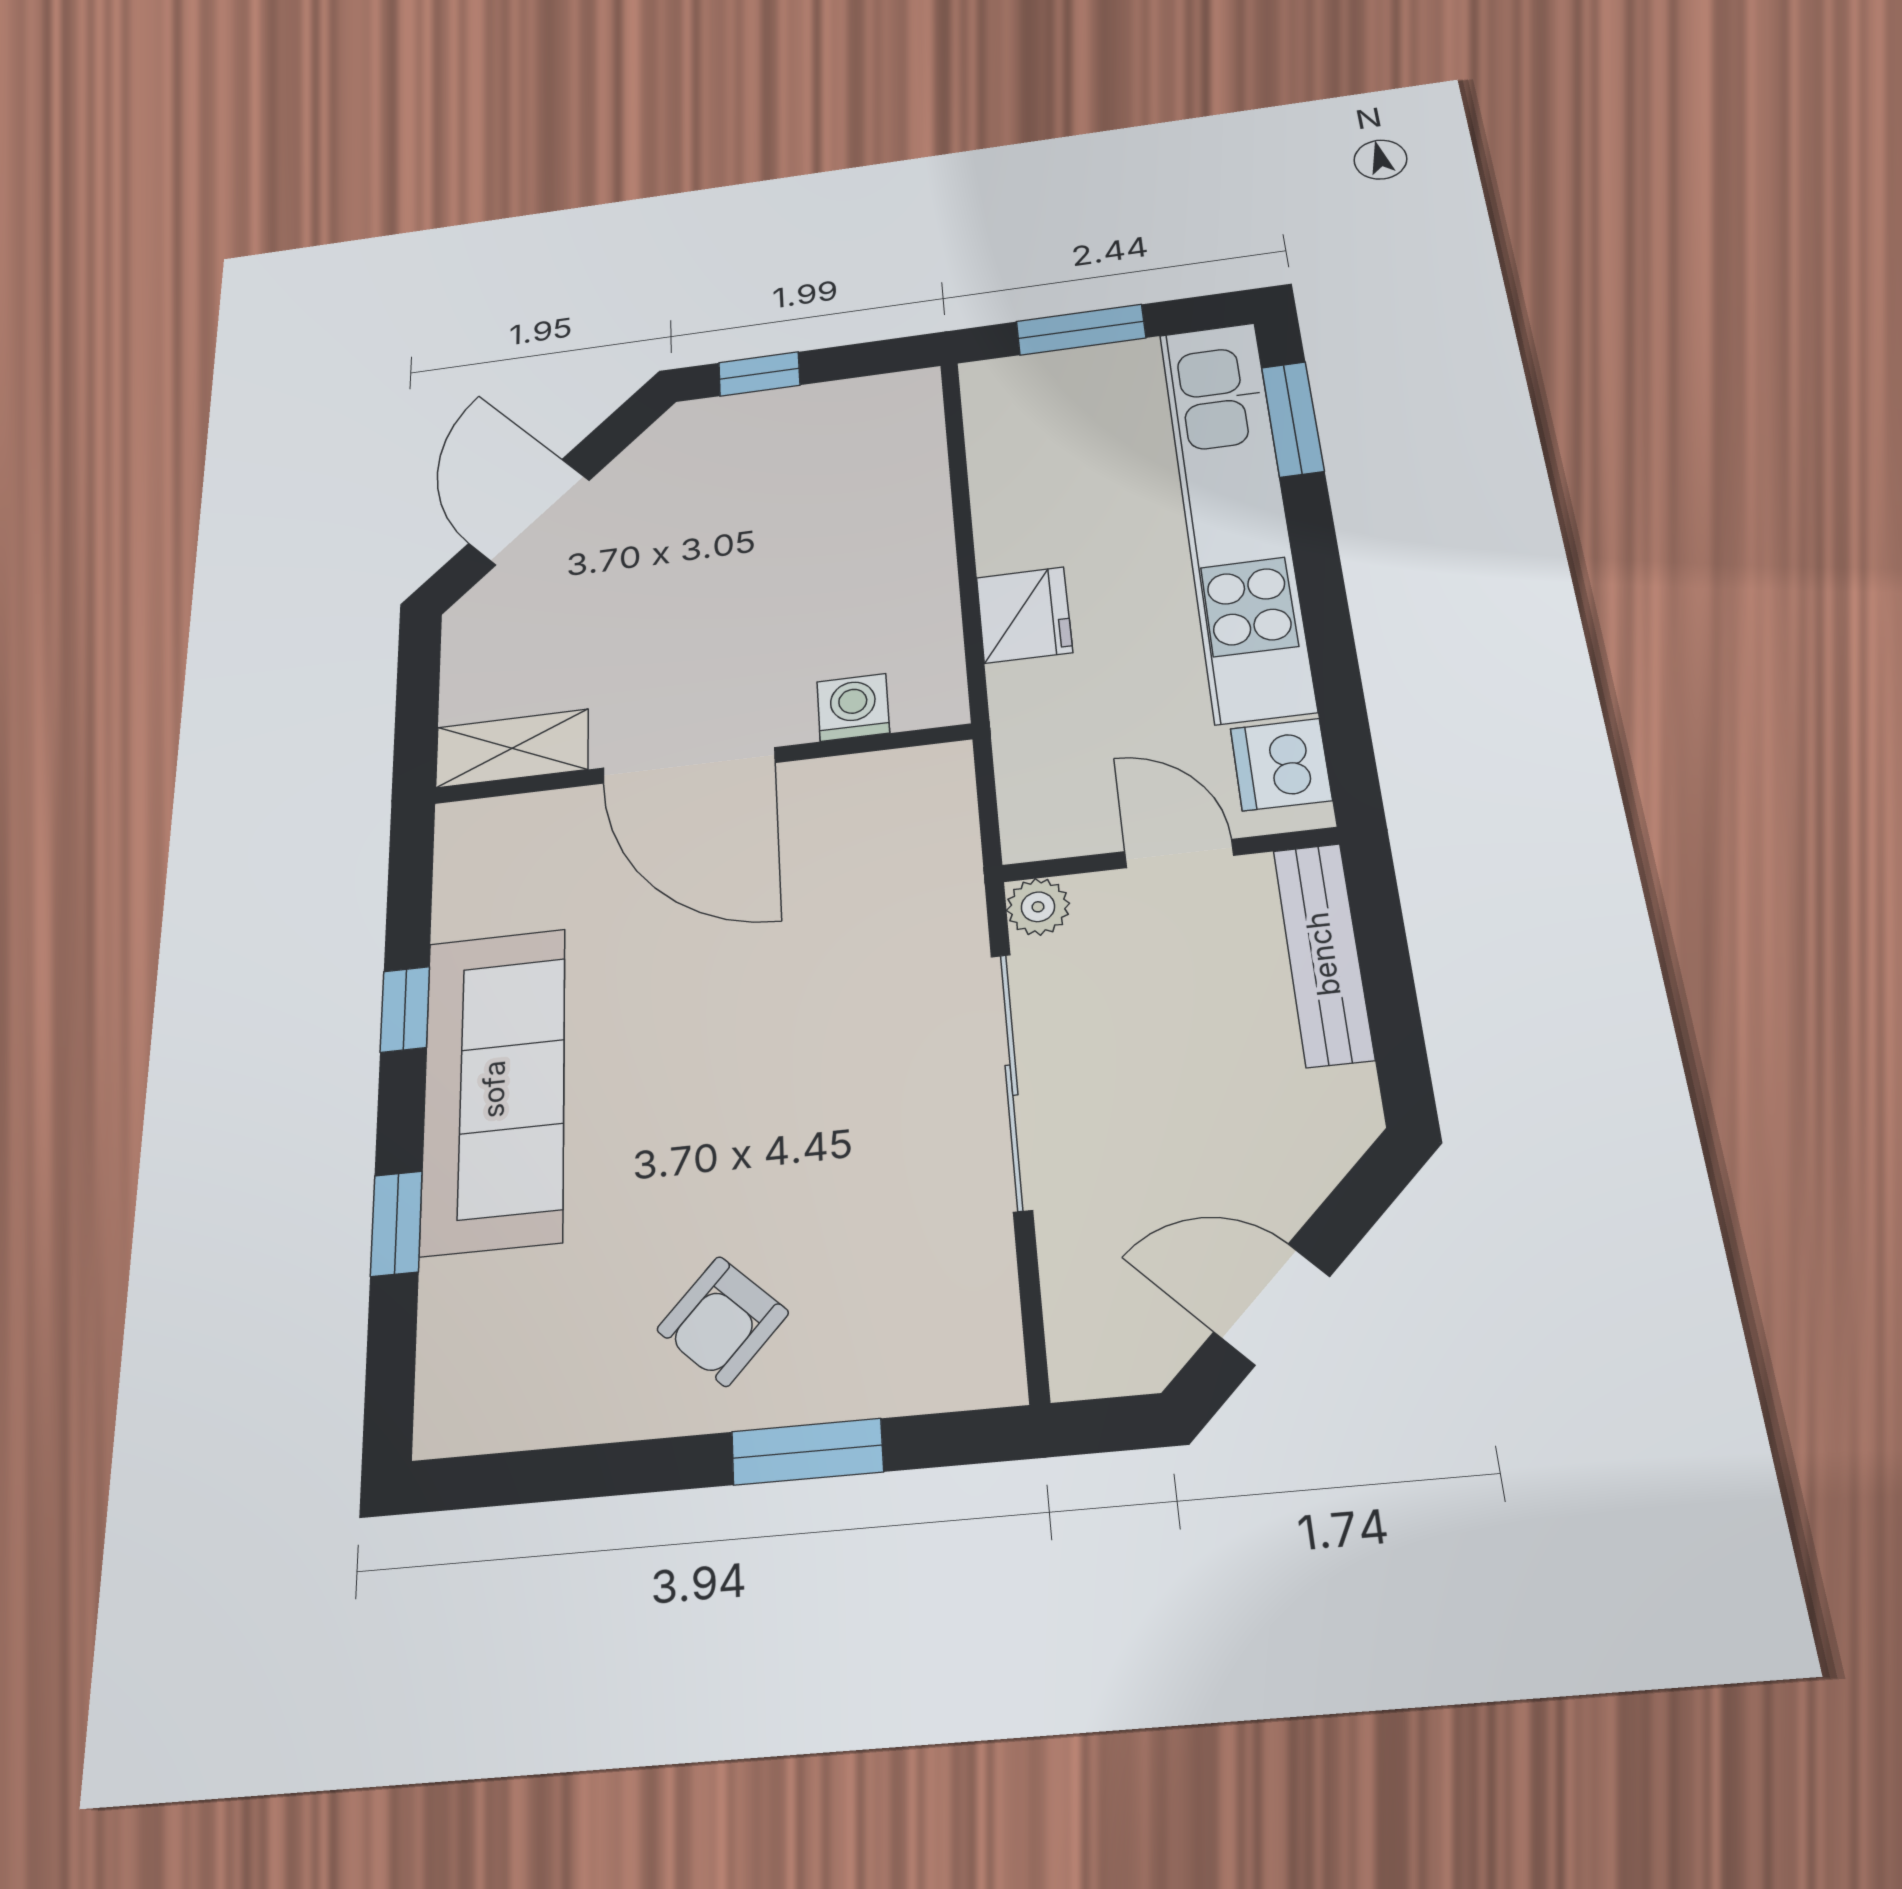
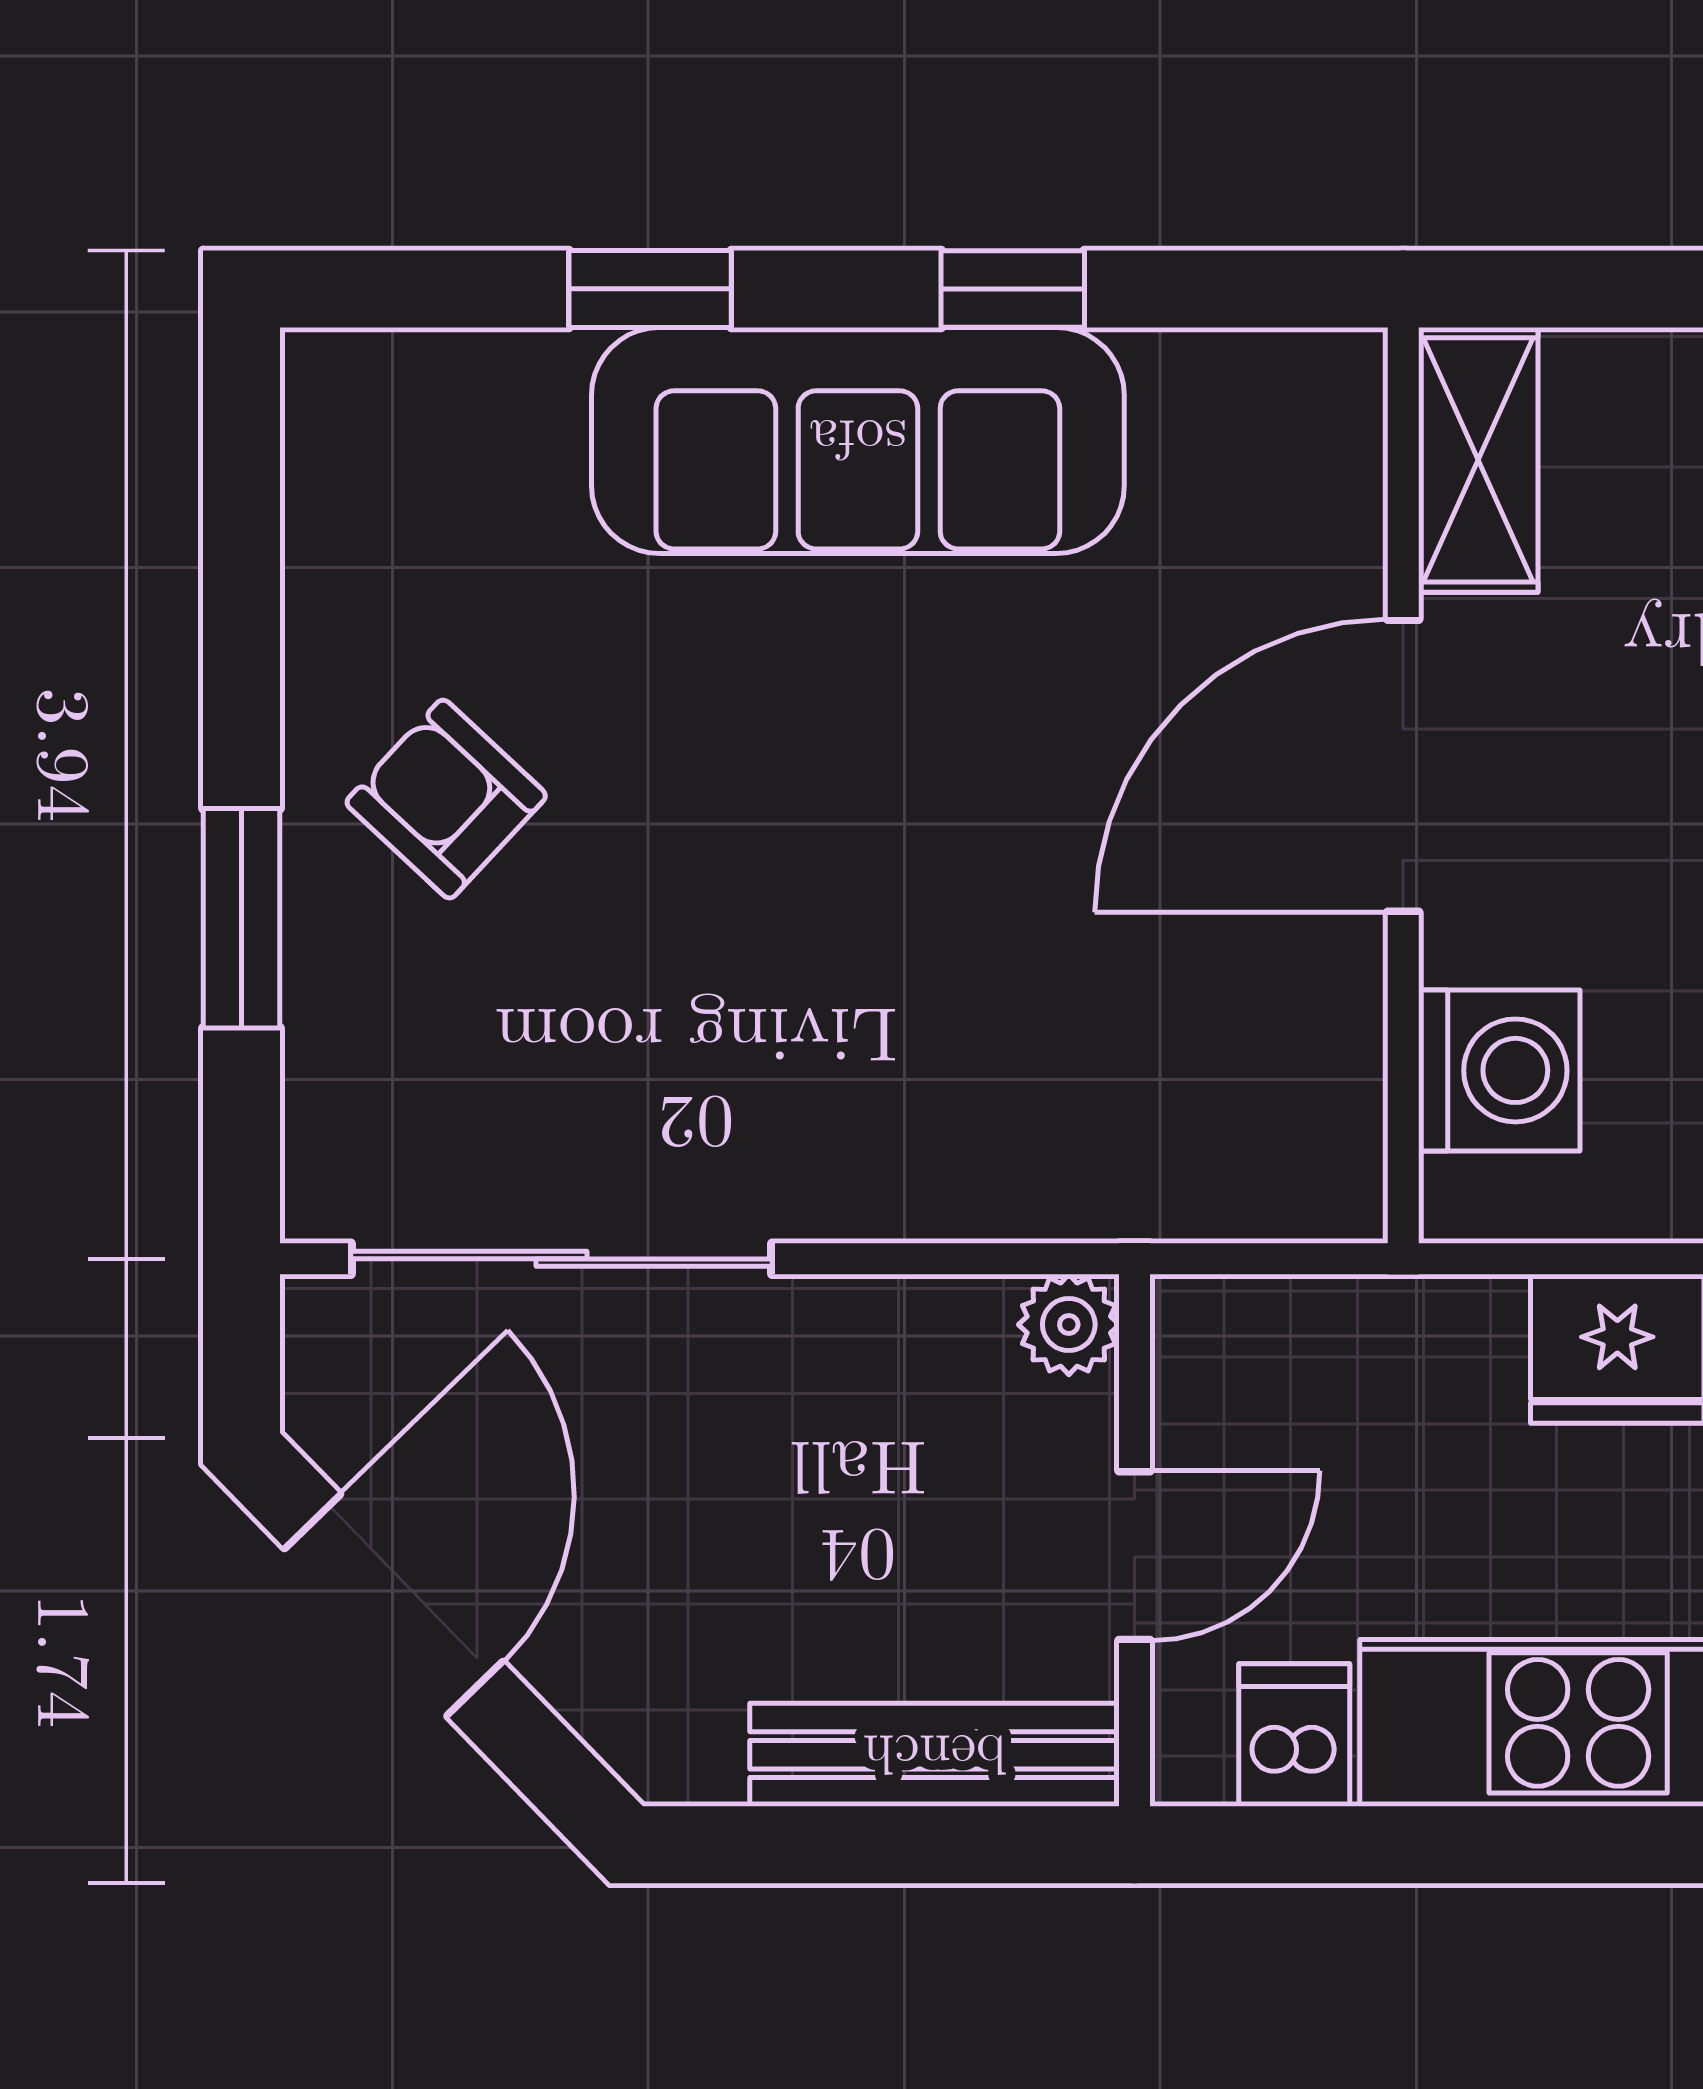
washing machine: (853, 707) -> (1499, 1070), width x1.38, depth x1.38
dishwasher: (1281, 764) -> (1294, 1735), width x0.73
sliding door: (1012, 1080) -> (561, 1259), moved
door: (1272, 1304) -> (394, 1605), width x1.38

